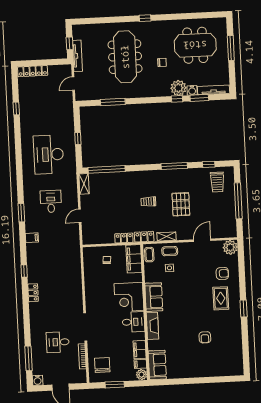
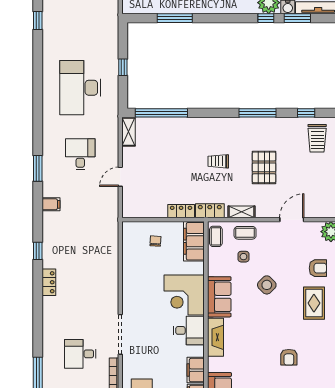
side table: (187, 287) -> (267, 285), added

